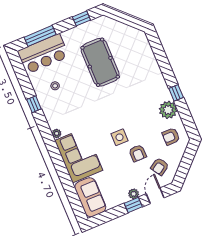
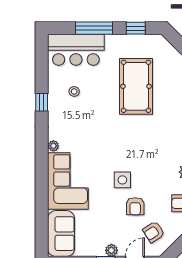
window: (40, 36) -> (94, 28), moved

